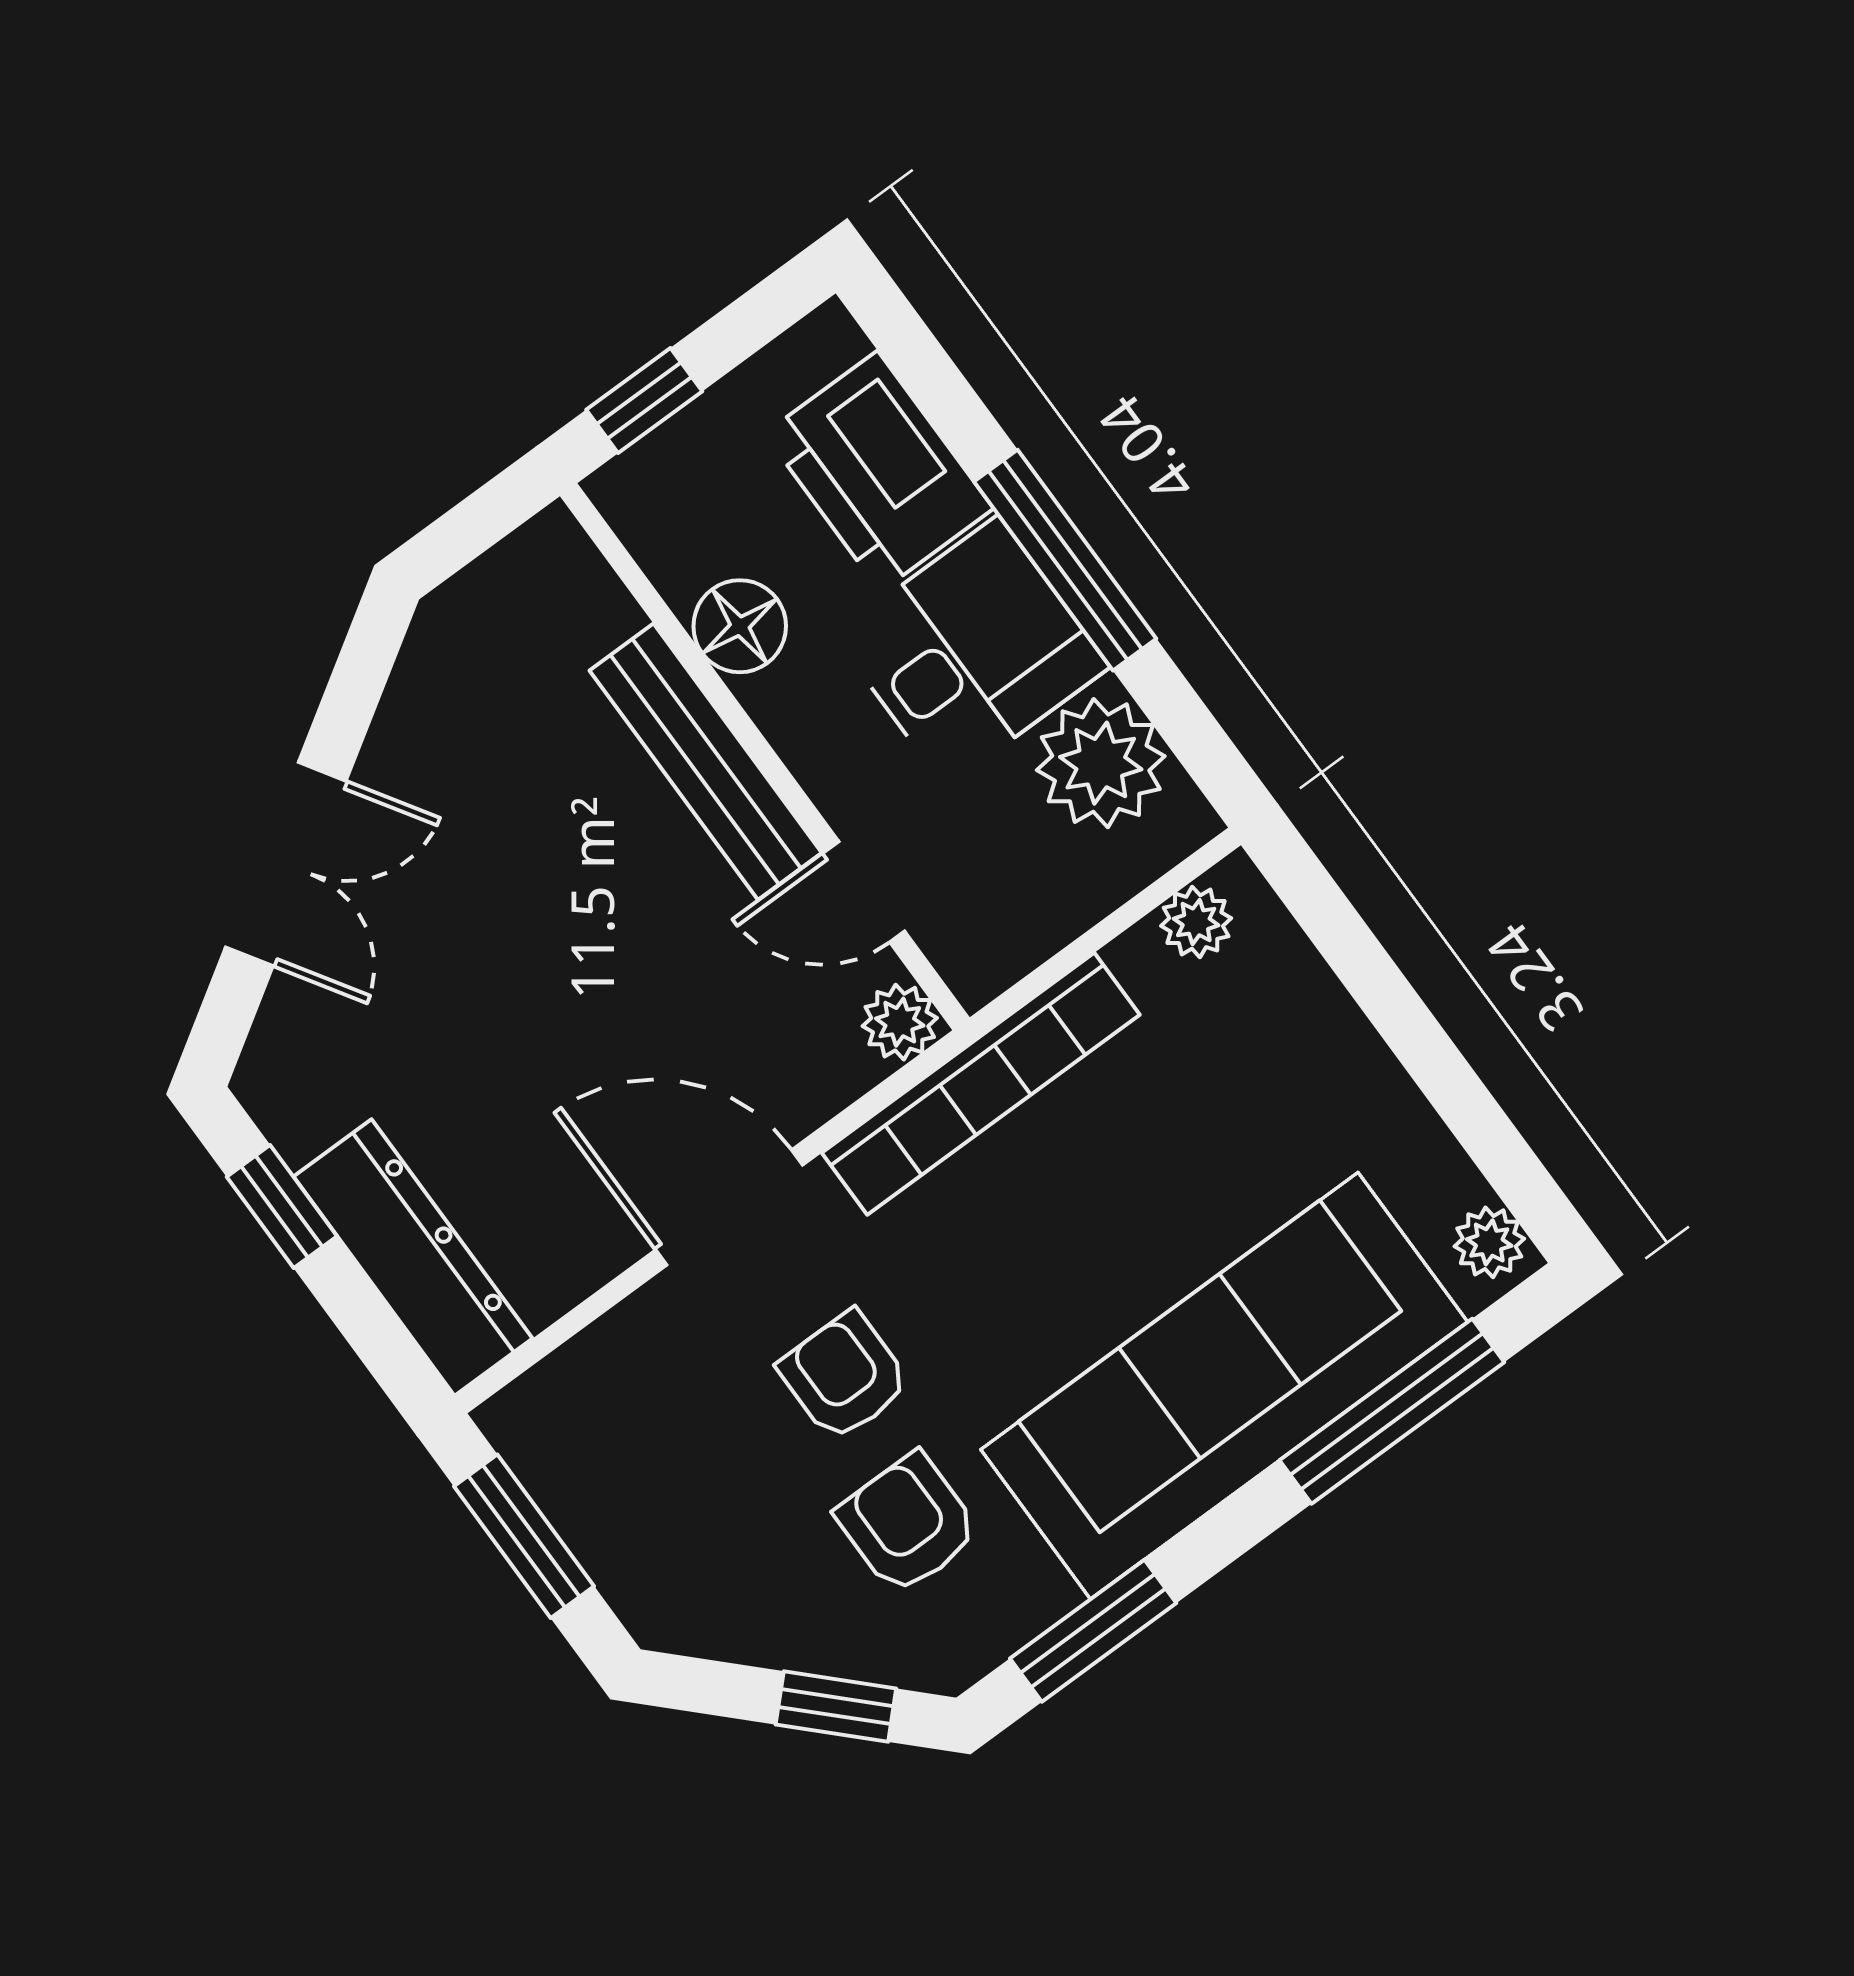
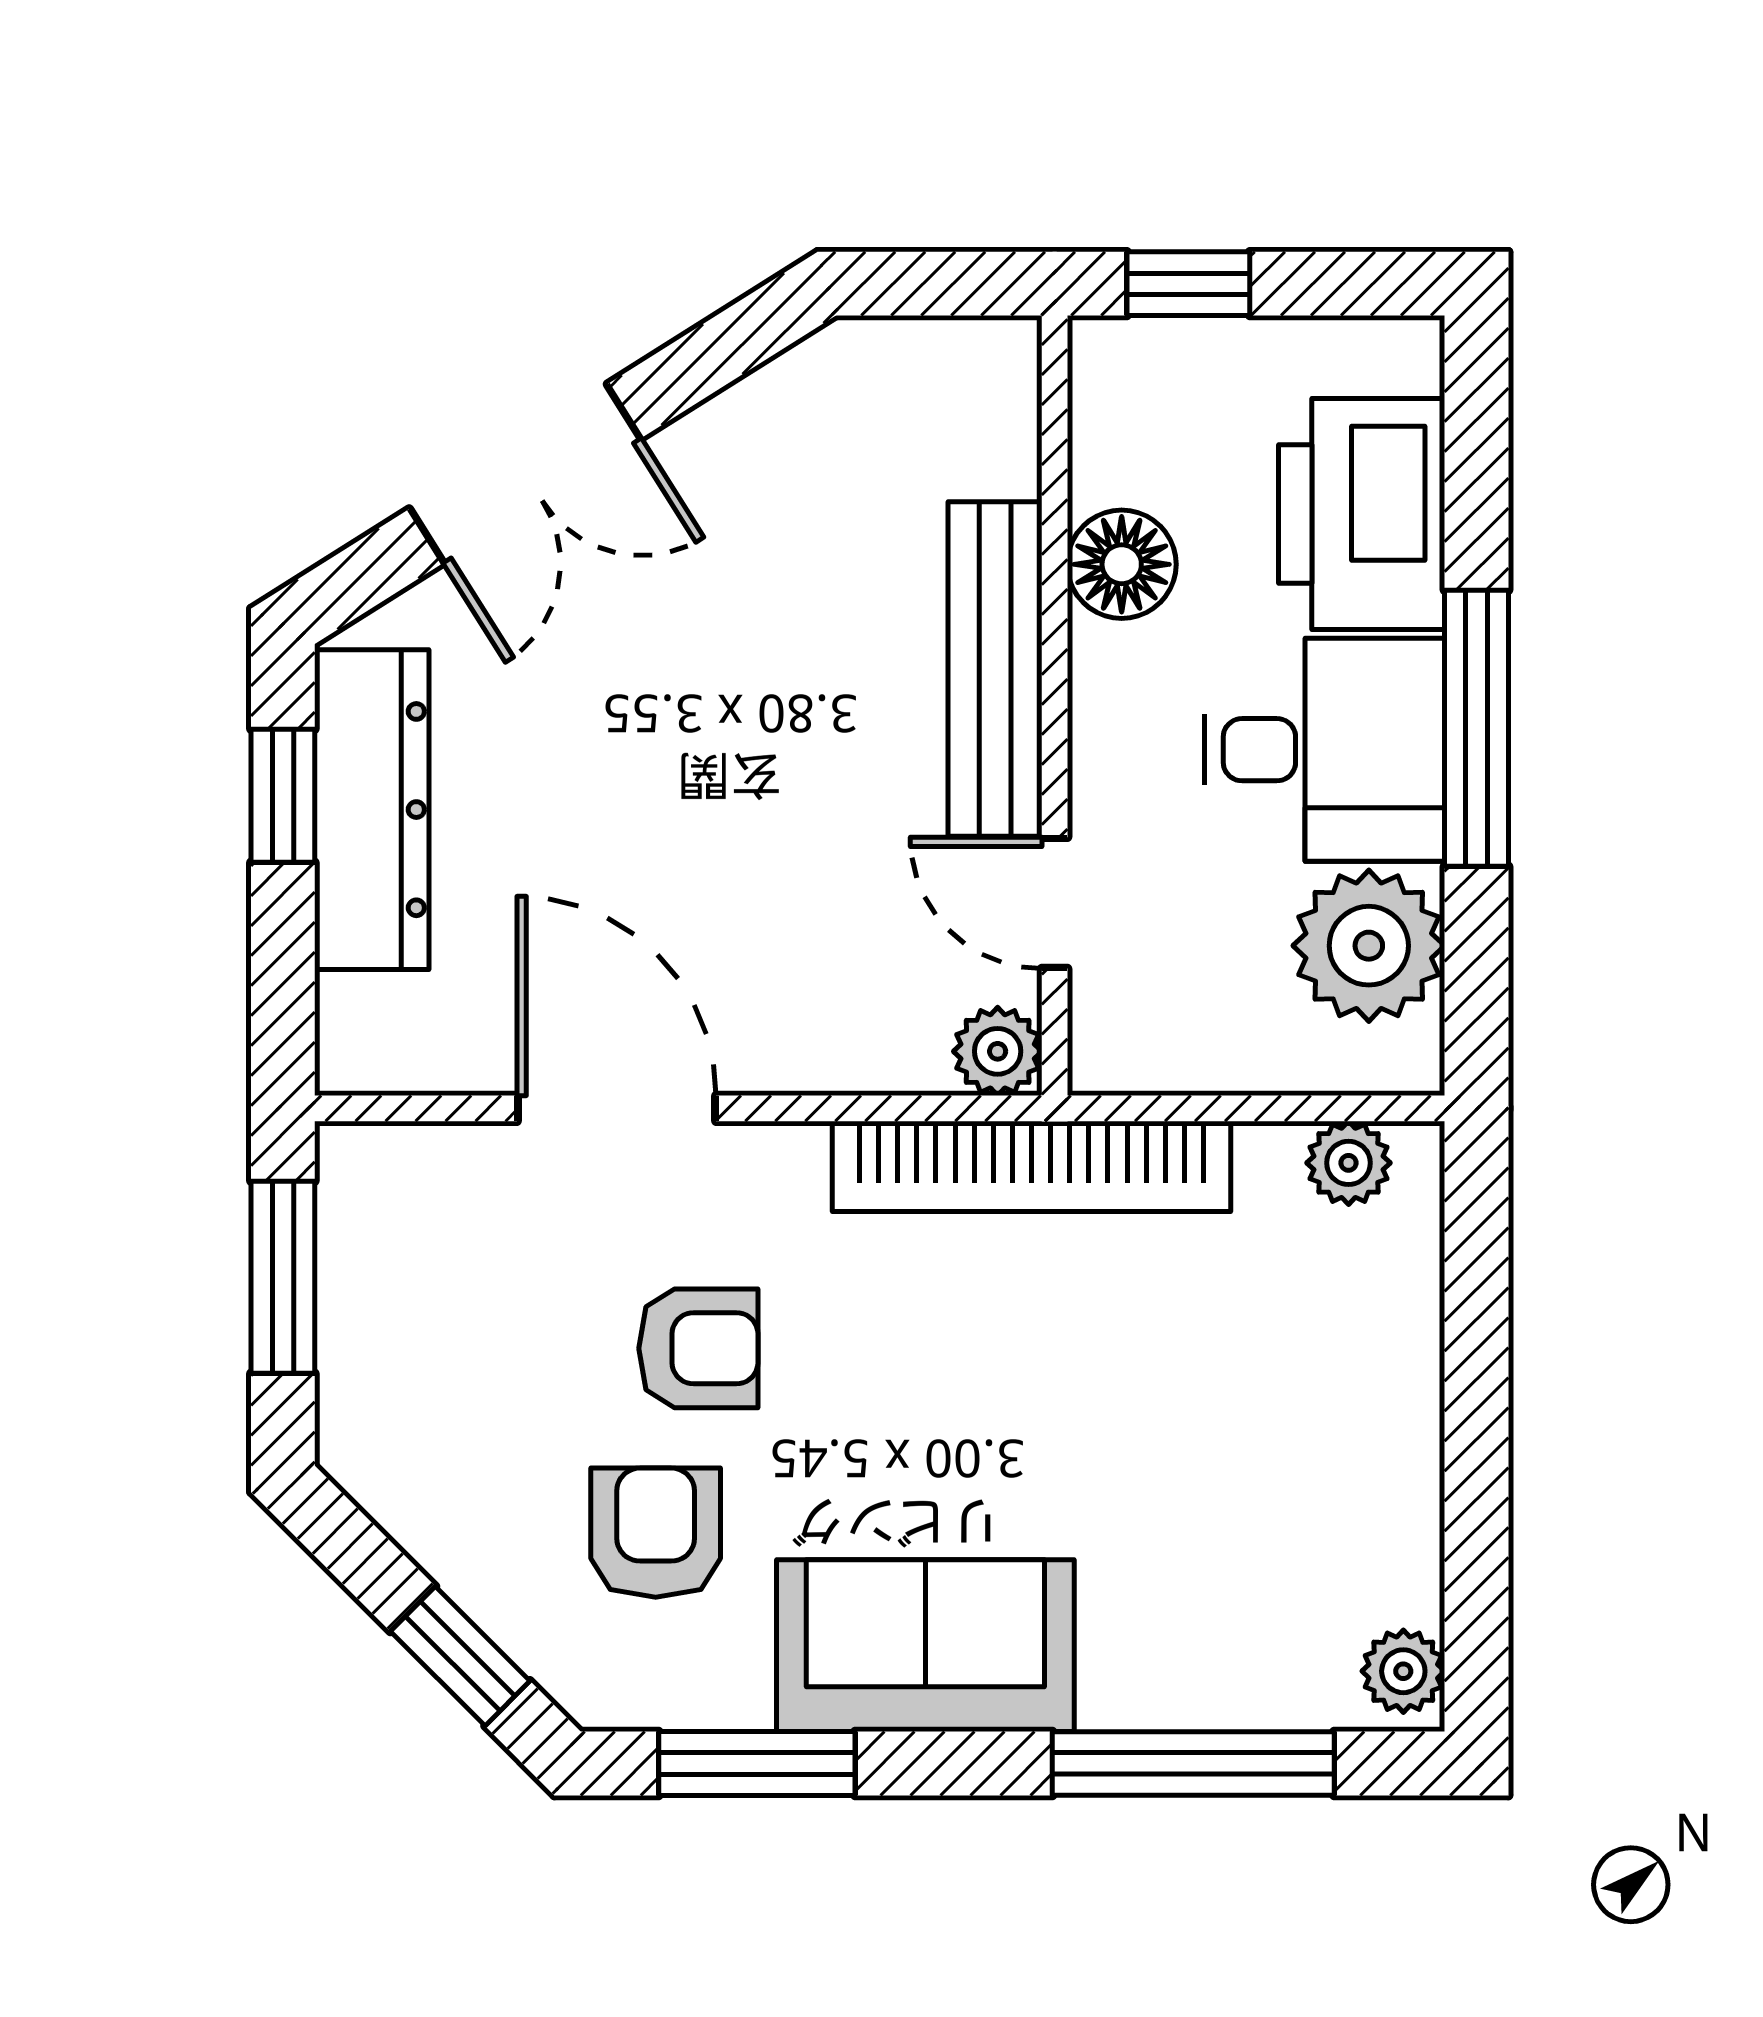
door: (729, 1208) -> (616, 1108), moved
dresser: (413, 1258) -> (372, 810), moved
armchair: (844, 1376) -> (698, 1348), turned 90
sofa: (1224, 1386) -> (925, 1646), width x0.54, depth x0.79

